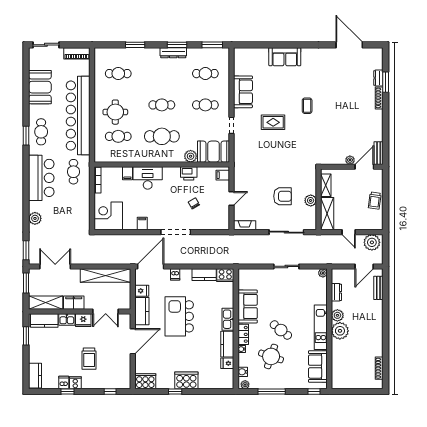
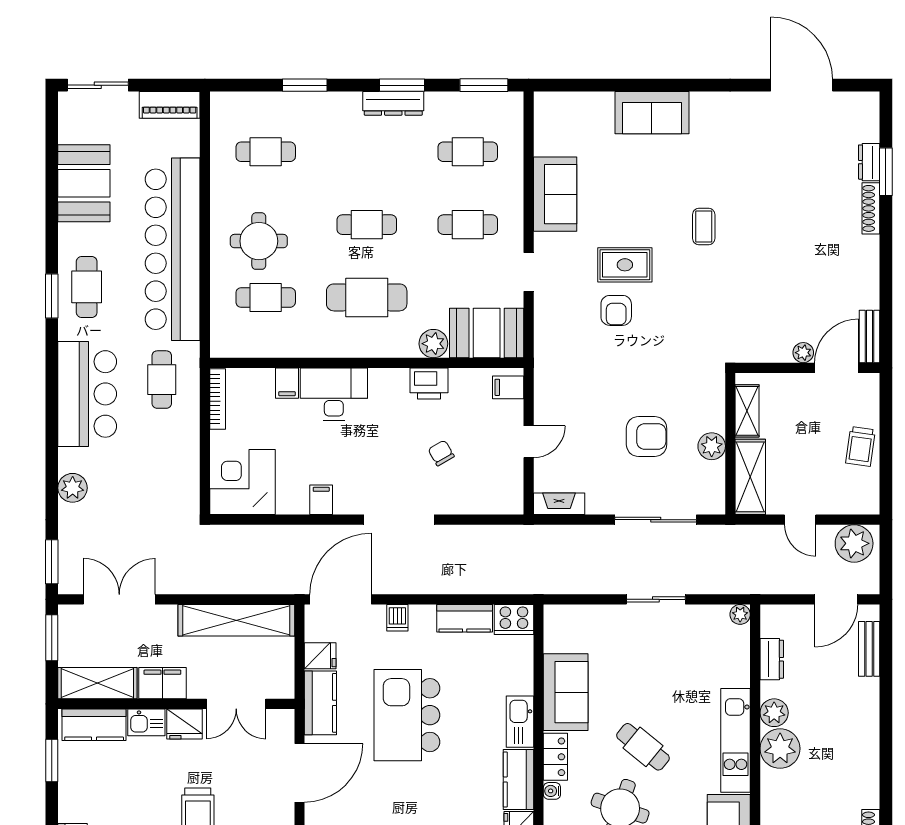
armchair: (269, 142) -> (616, 310), added

